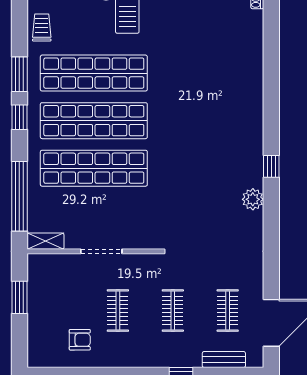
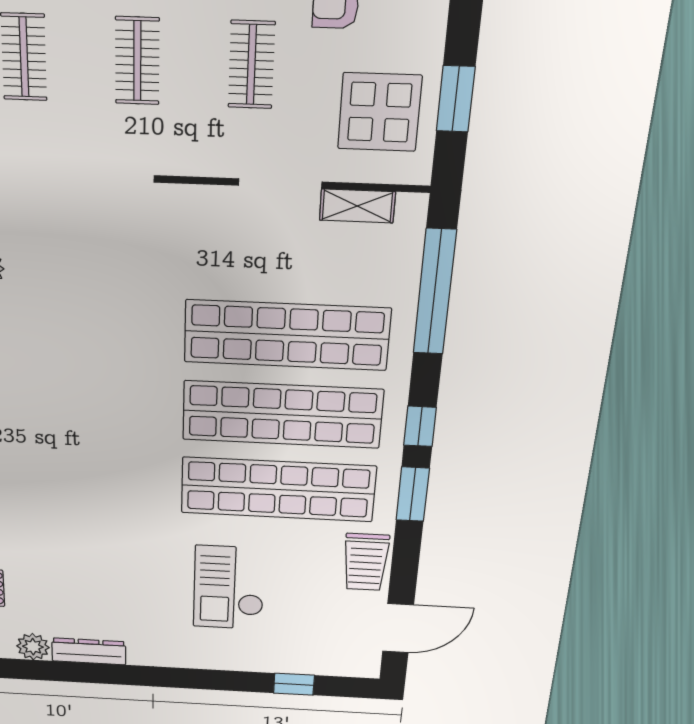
trolley: (42, 27) -> (366, 562), width x1.36, depth x1.39
shelving: (45, 241) -> (357, 206), moved
display table: (55, 289) -> (380, 112), added

